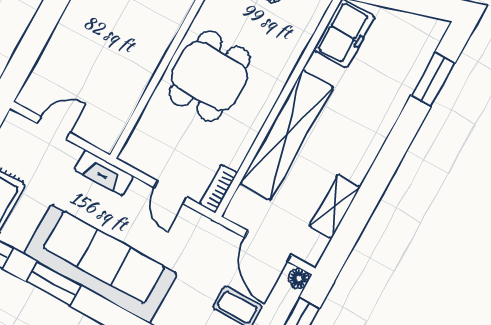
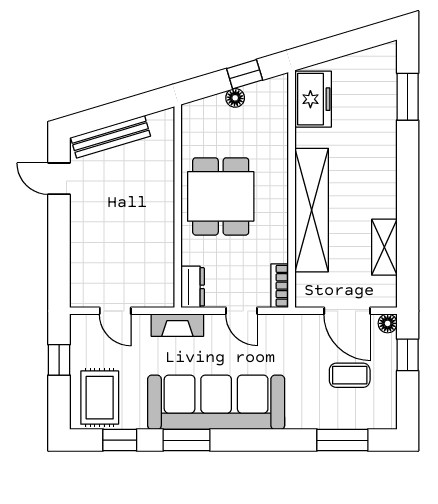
door: (54, 128) -> (115, 311), swing flipped
dresser: (137, 145) -> (193, 287), added

